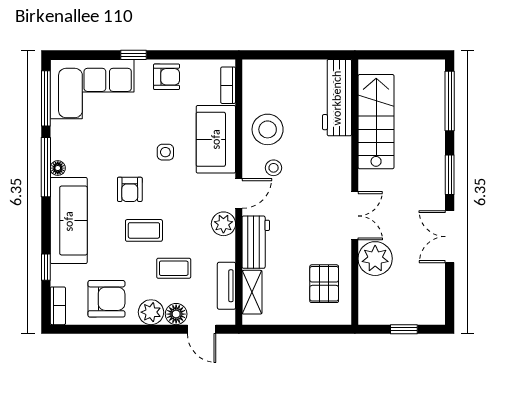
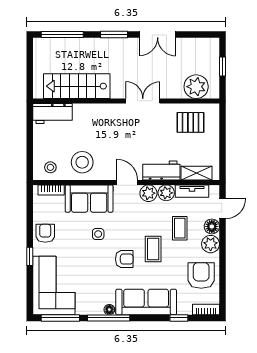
workbench: (337, 98) -> (52, 113), width x0.73
stool: (274, 168) -> (50, 167), moved
plant: (224, 249) -> (166, 193), added
plant: (375, 259) -> (196, 87), moved

